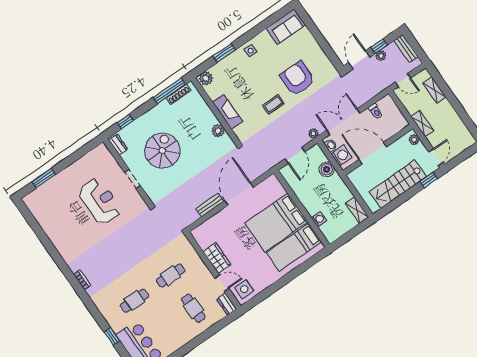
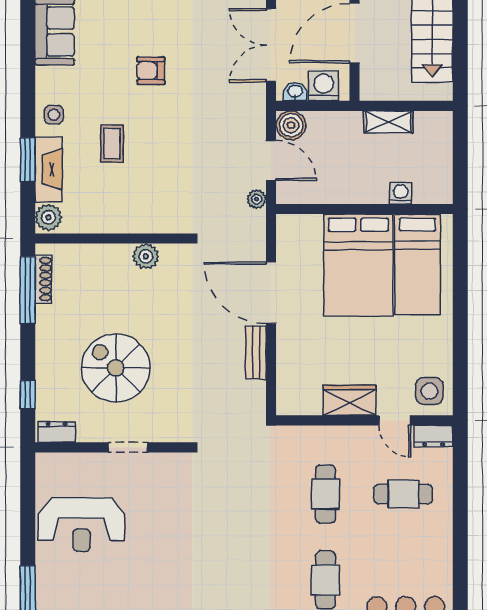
armchair: (297, 78) -> (151, 71), width x0.53, depth x0.53
coffee table: (273, 104) -> (112, 143), moved
fireplace: (227, 112) -> (49, 169), moved, turned 90
plant: (313, 133) -> (257, 199), moved
boiler: (327, 169) -> (291, 125), moved
reception desk: (100, 201) -> (81, 525), moved, turned 180
shelving: (357, 210) -> (388, 122), moved
door: (222, 283) -> (395, 420), swing flipped

